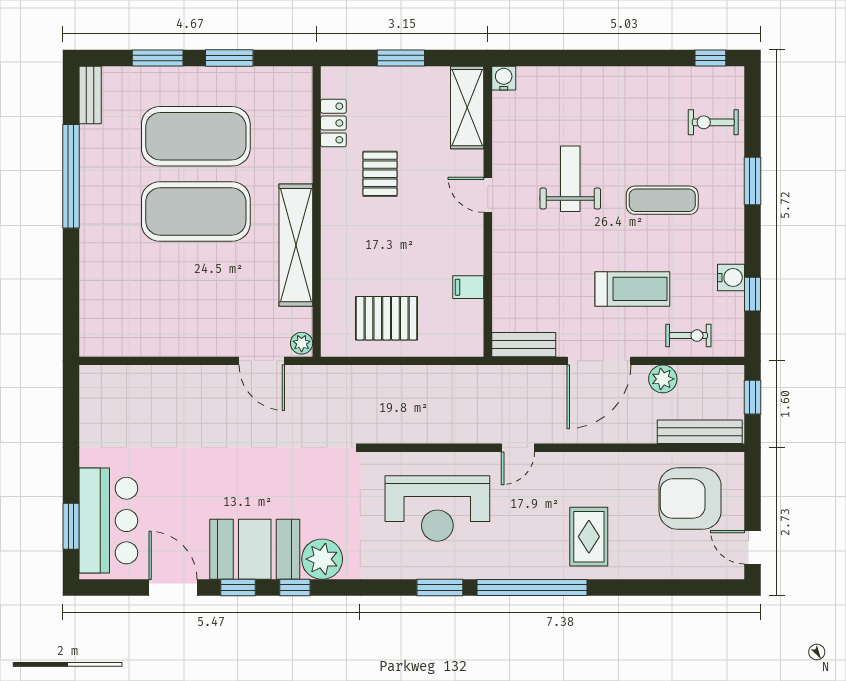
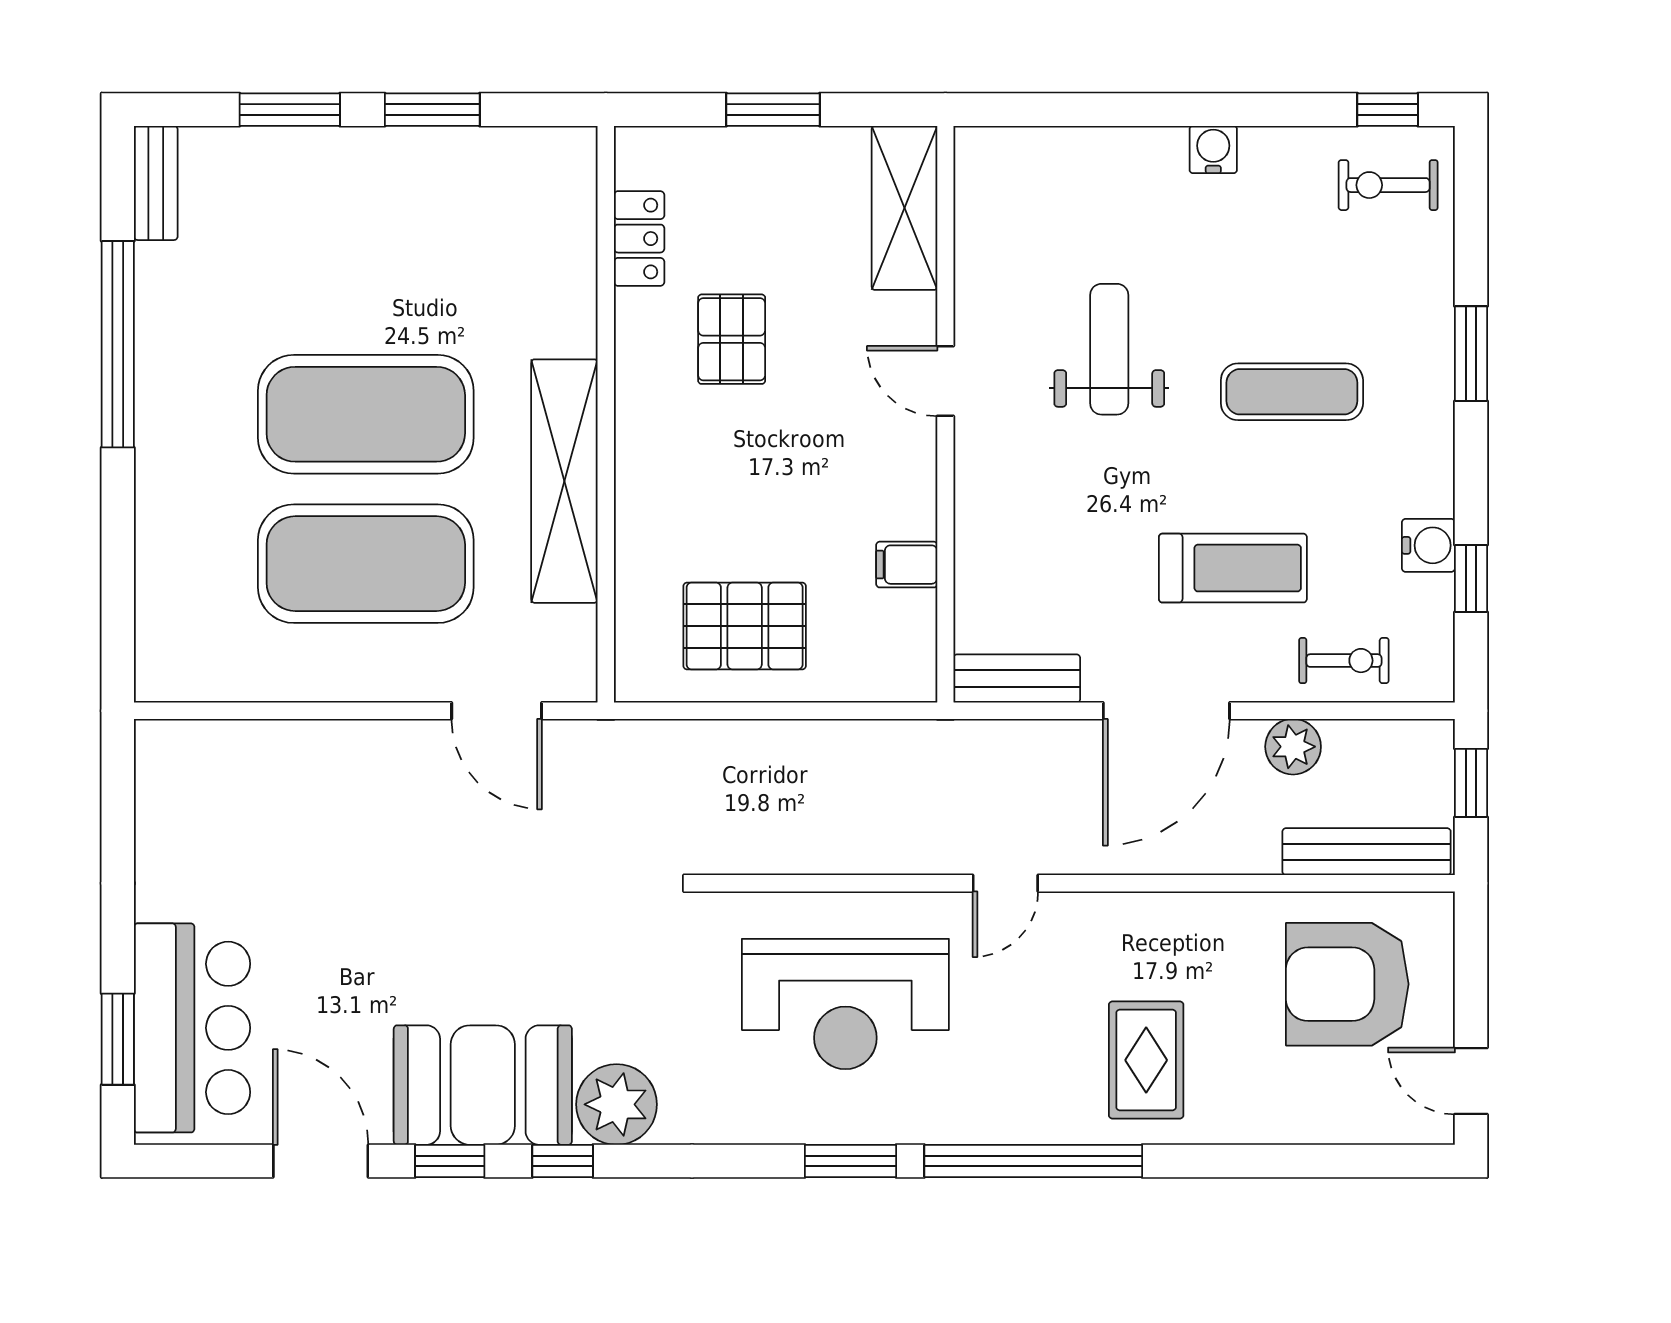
water cooler: (504, 78) -> (1213, 150), moved
exercise bike: (713, 122) -> (1388, 185), moved
exercise mat: (196, 136) -> (366, 564), moved
plant: (302, 343) -> (576, 676), removed

